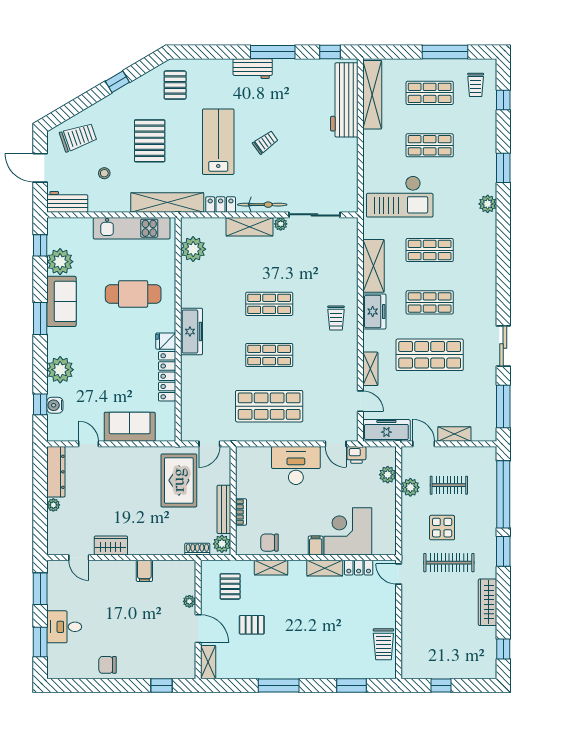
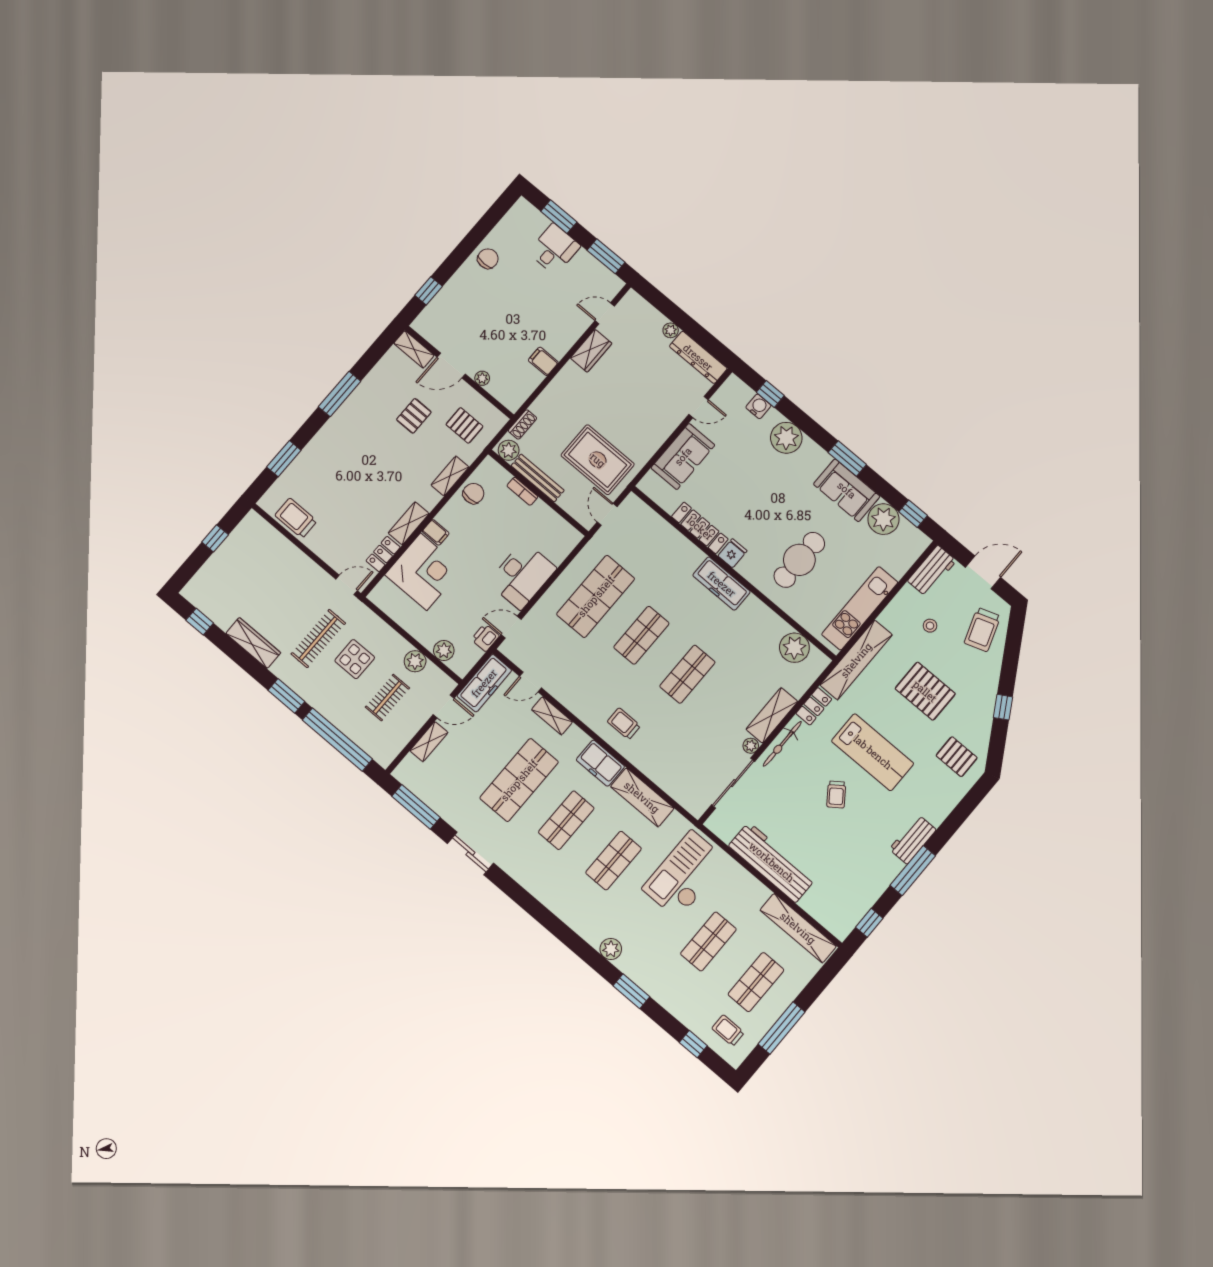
workbench: (344, 100) -> (772, 862), moved

